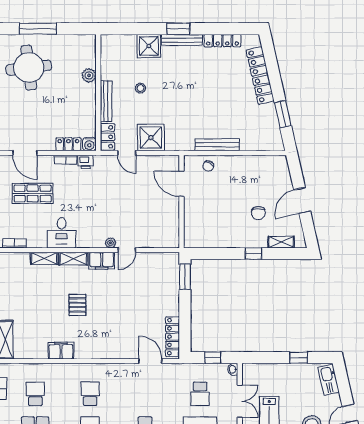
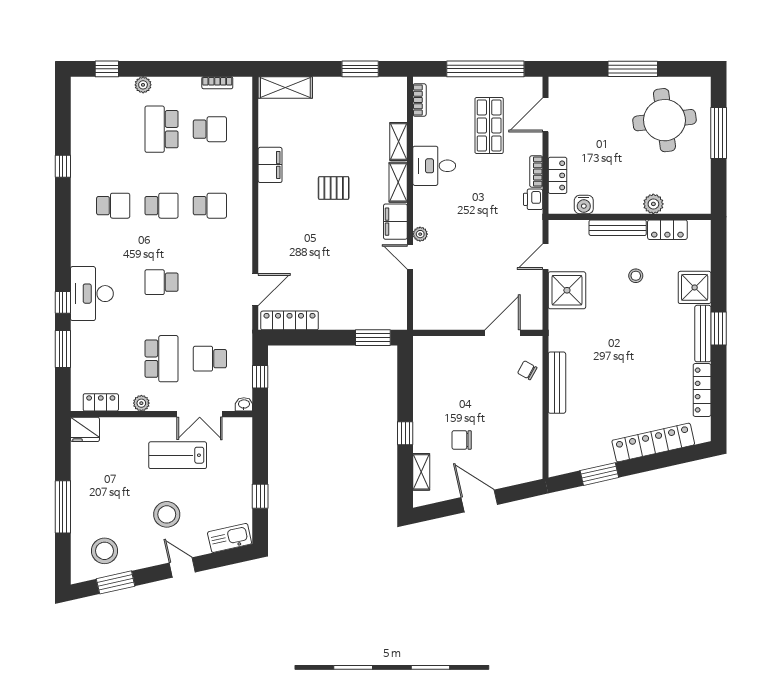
locker: (107, 137) -> (667, 230), moved
water cooler: (89, 144) -> (584, 205), moved, turned -90

